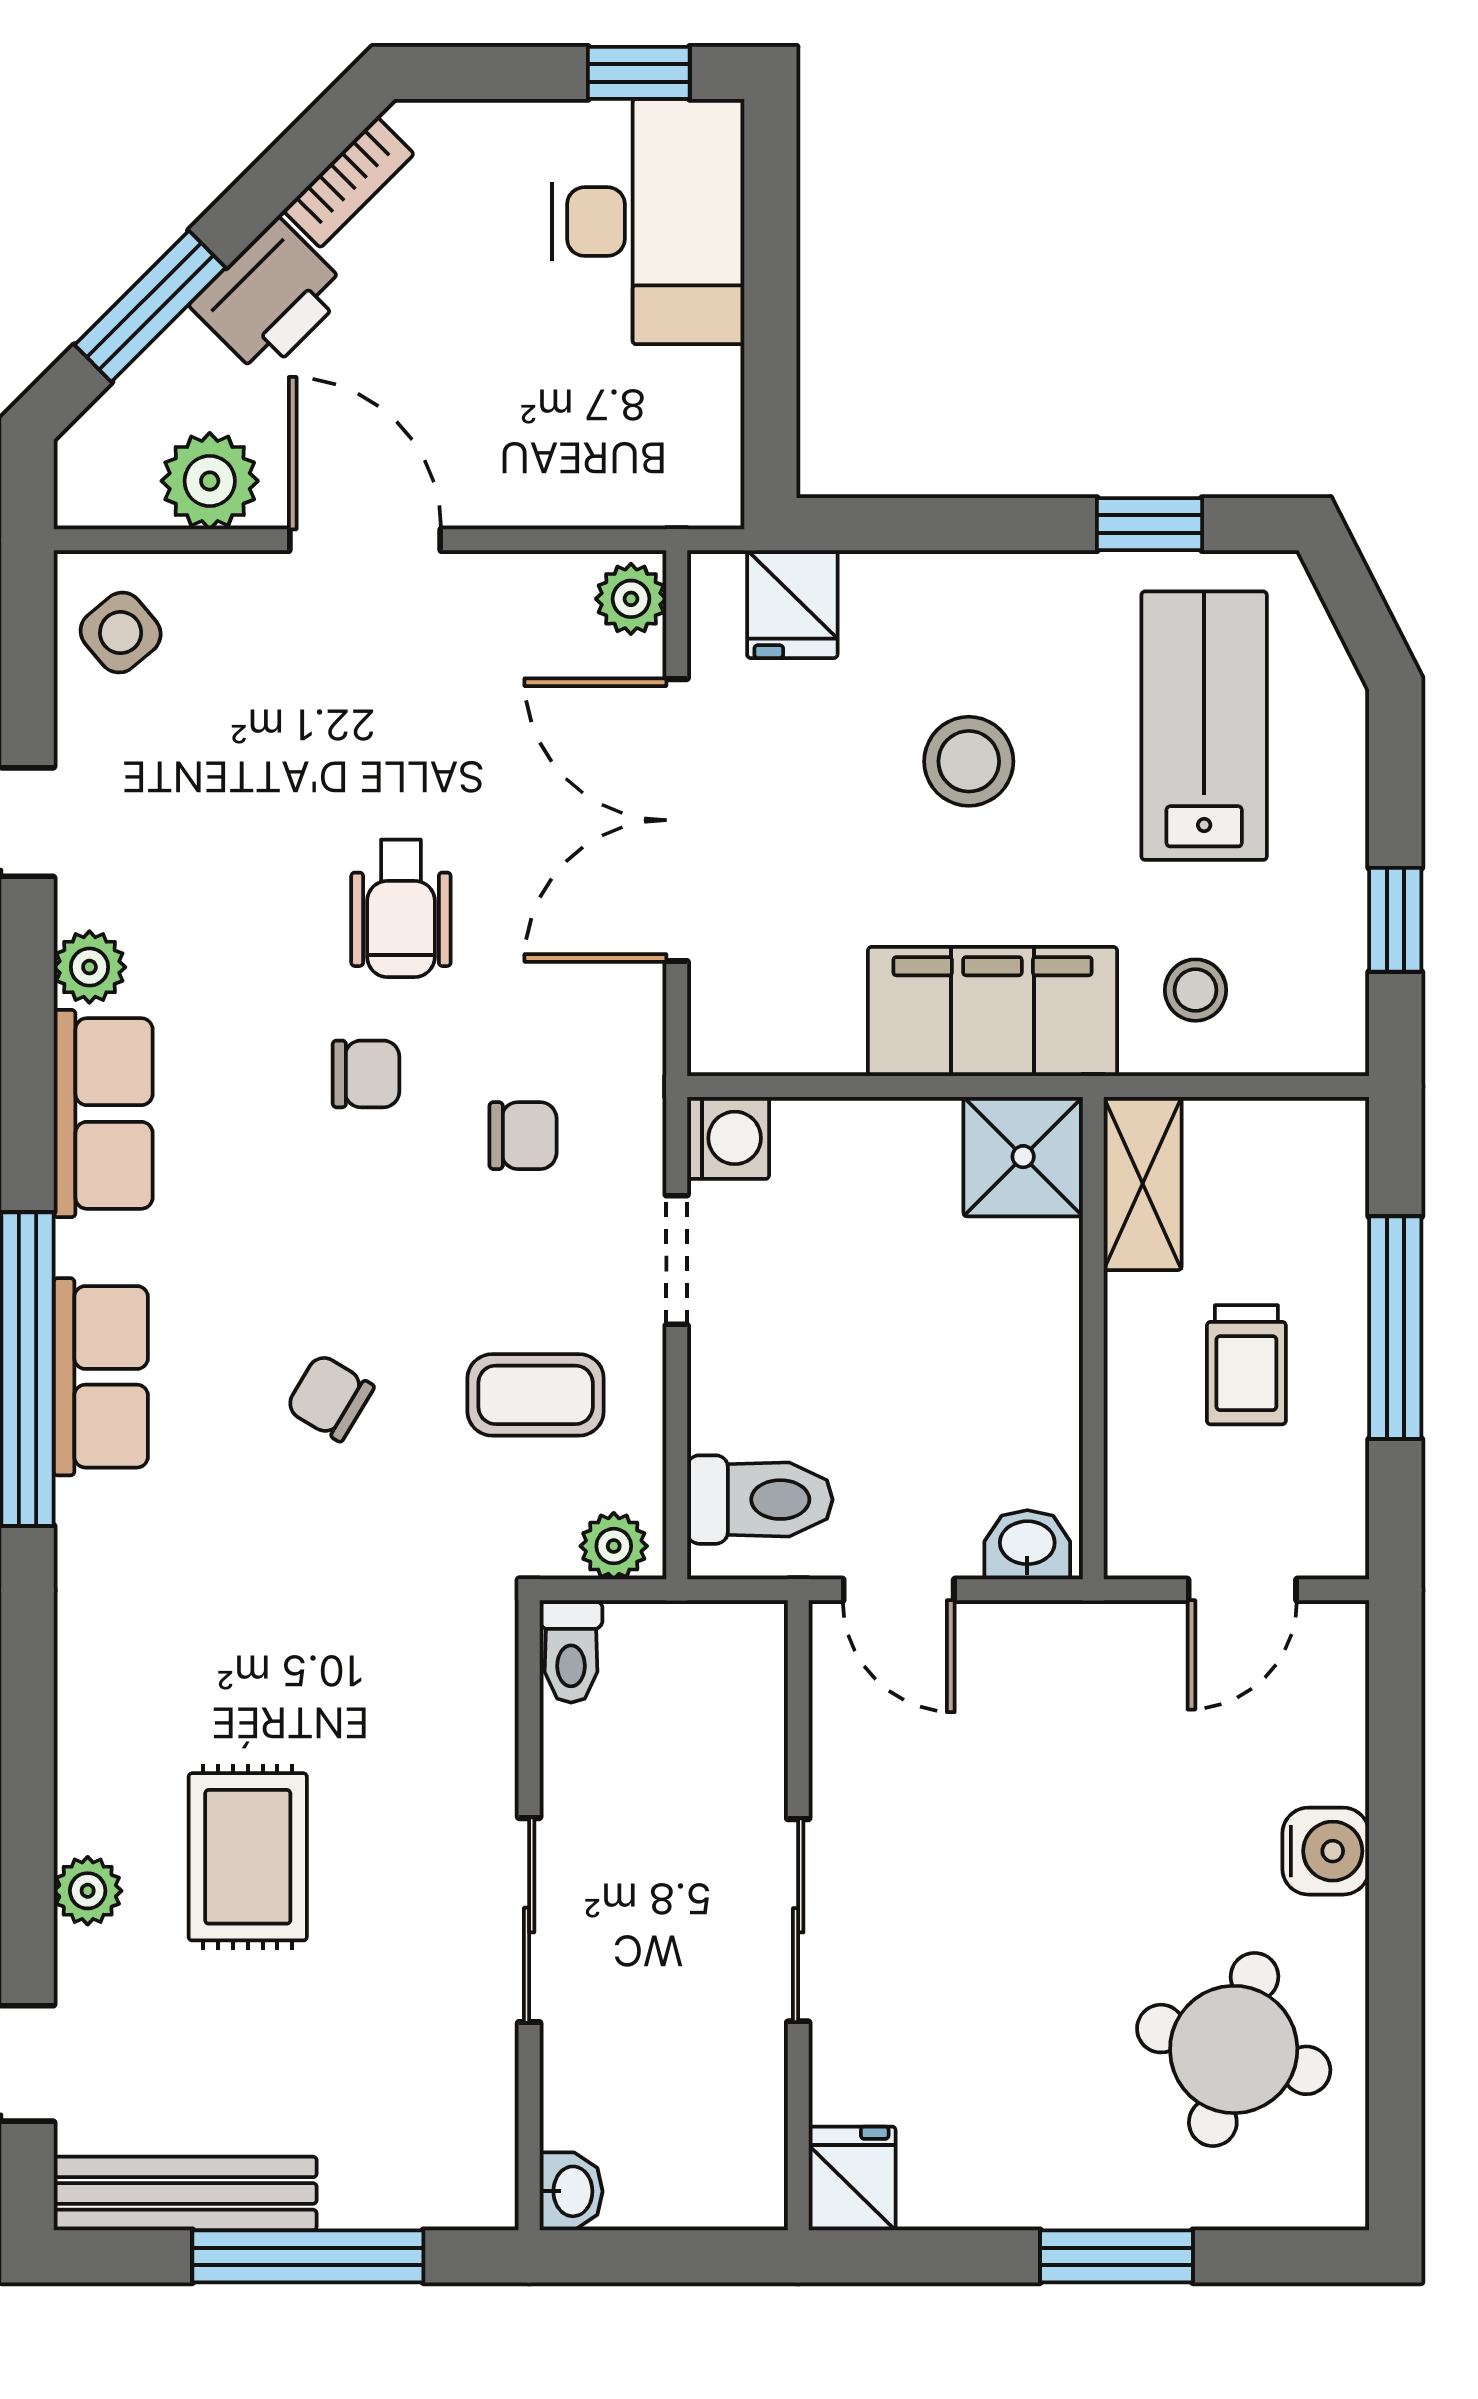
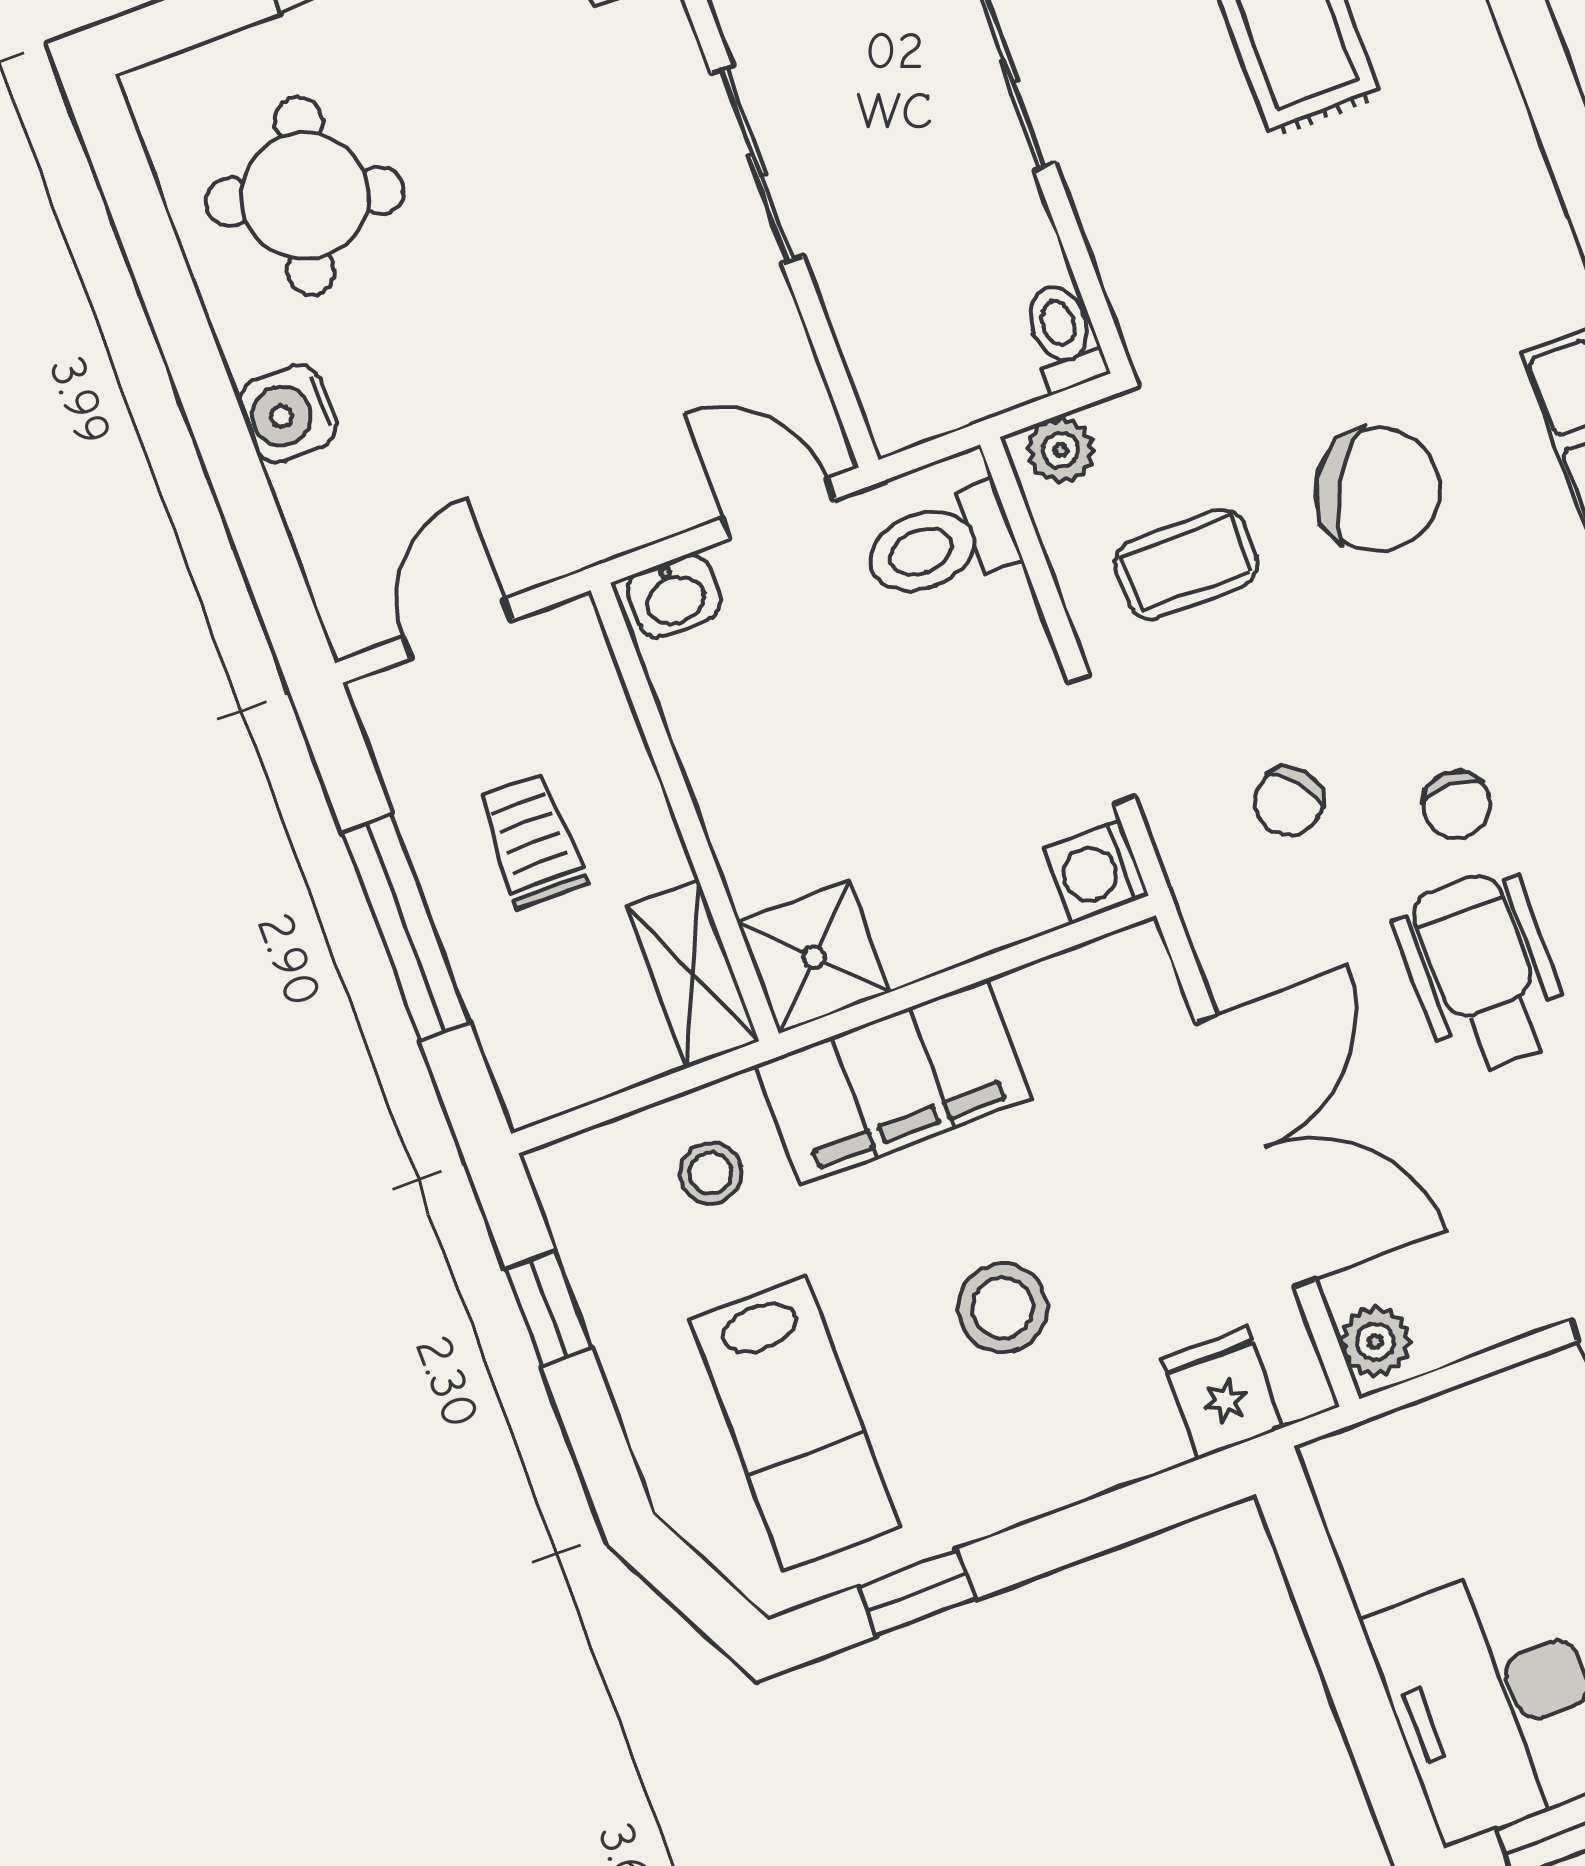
wheelchair: (401, 908) -> (1482, 972), width x1.36, depth x1.37
chair: (366, 1074) -> (1457, 805), turned -90
chair: (523, 1136) -> (1289, 802), turned -41
chair: (330, 1397) -> (1378, 490), width x1.87, depth x1.87

